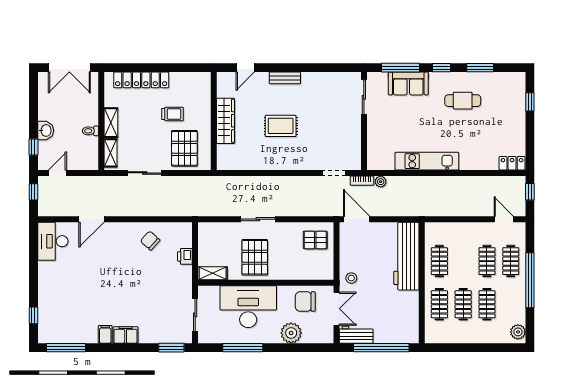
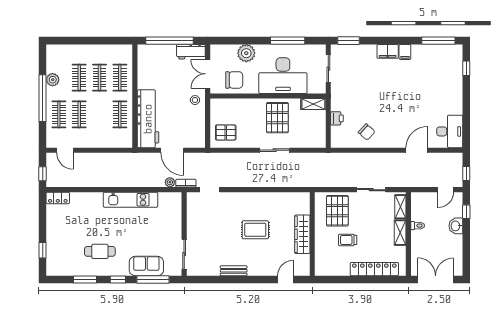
bench: (285, 78) -> (234, 271), moved
door: (357, 219) -> (172, 150), moved
plant: (518, 332) -> (53, 80), moved

